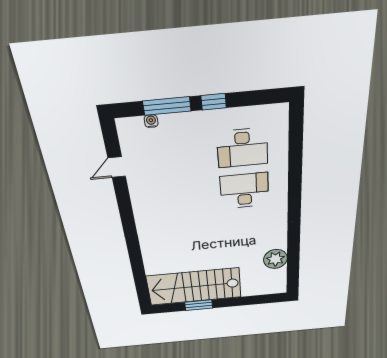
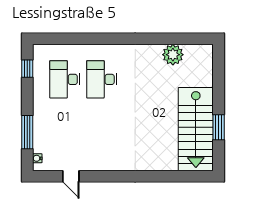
window: (214, 102) -> (27, 69), moved
water cooler: (151, 121) -> (37, 158), moved
desk: (242, 148) -> (65, 79), turned 180

